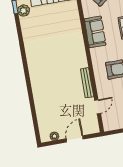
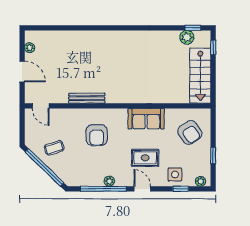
door: (98, 107) -> (41, 106), moved

